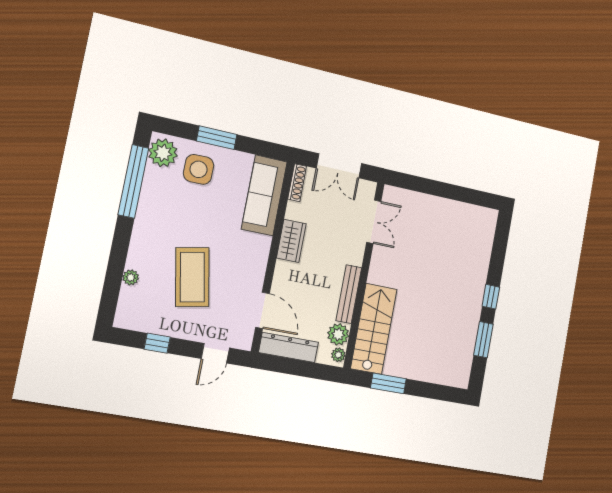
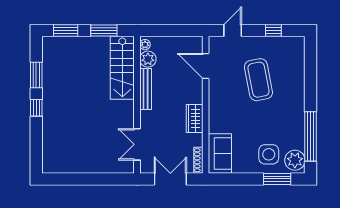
window: (217, 138) -> (277, 179), moved
sofa: (264, 195) -> (220, 153), width x0.73
plant: (131, 277) -> (300, 71), removed
dresser: (289, 347) -> (182, 44), removed
window: (437, 392) -> (66, 31), added

